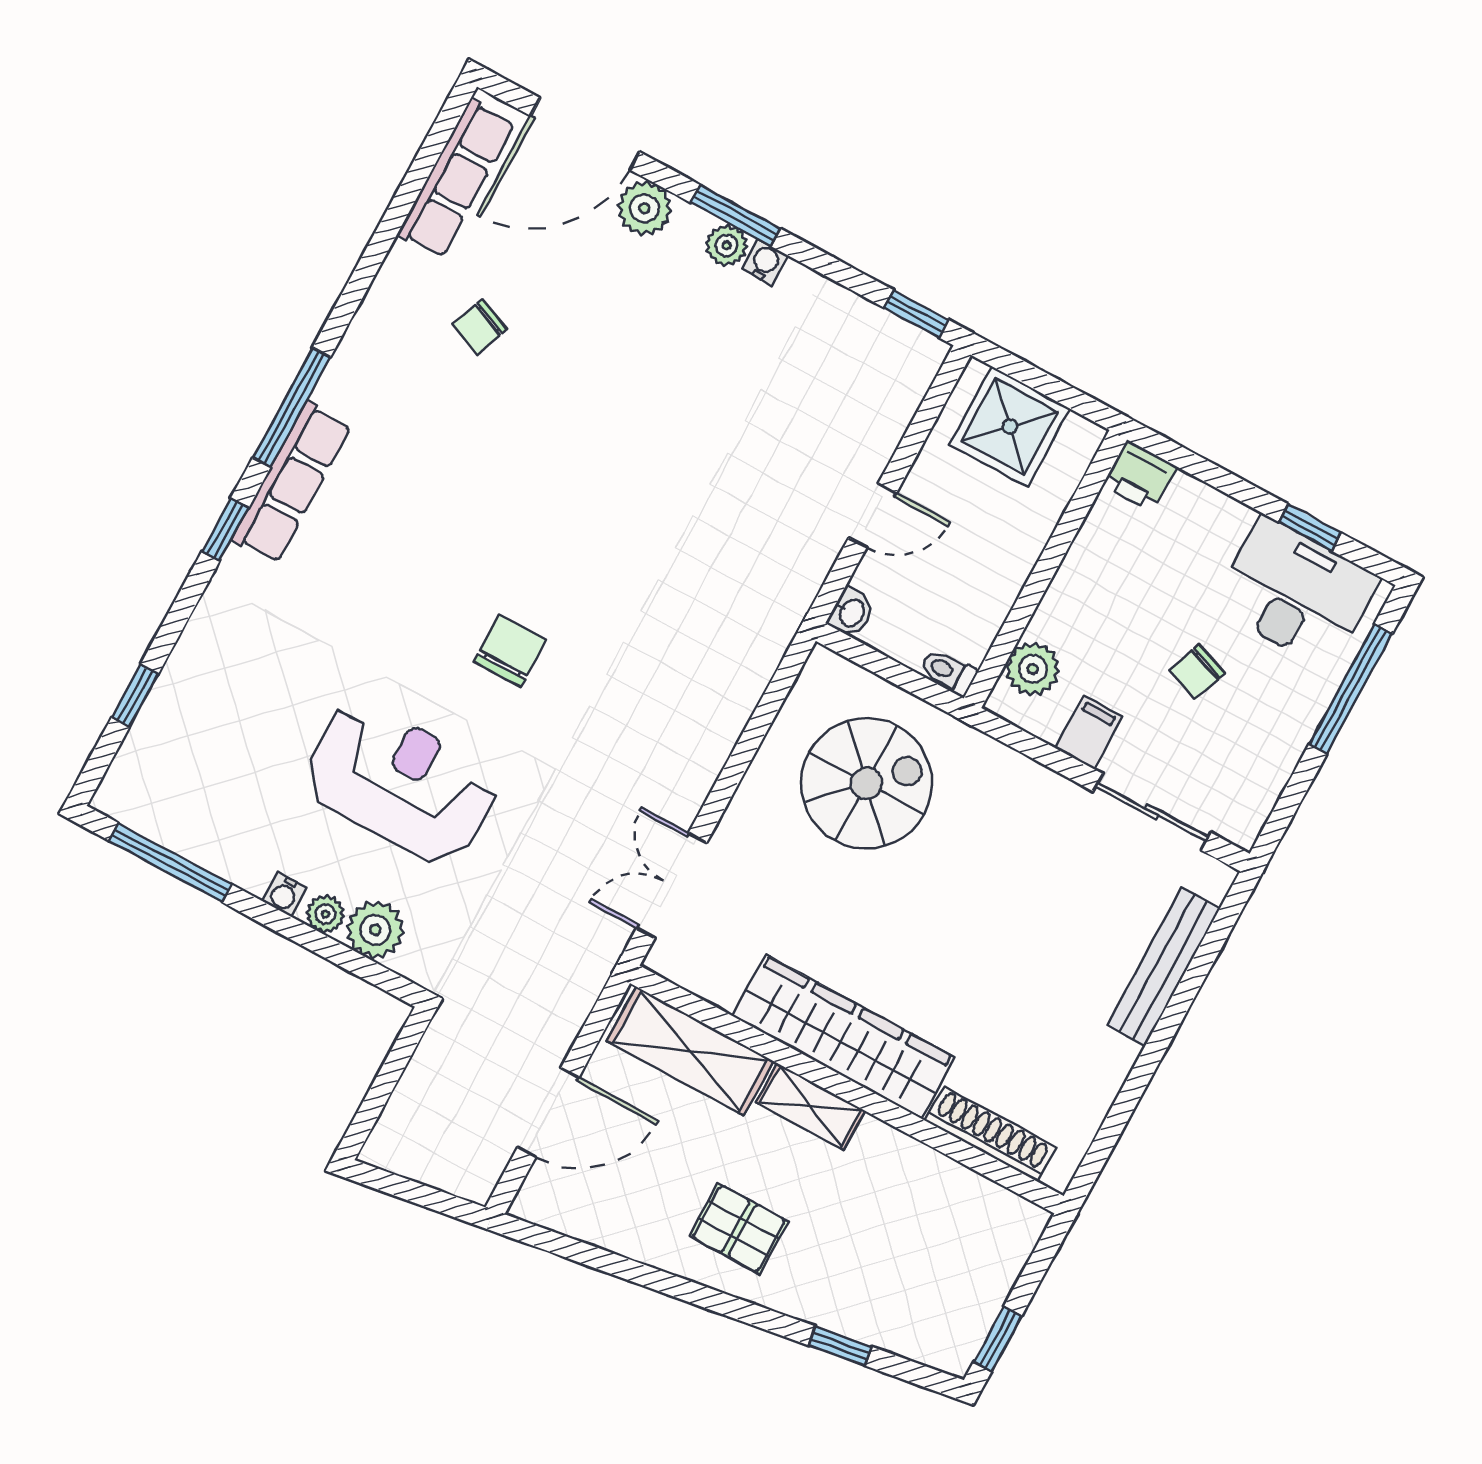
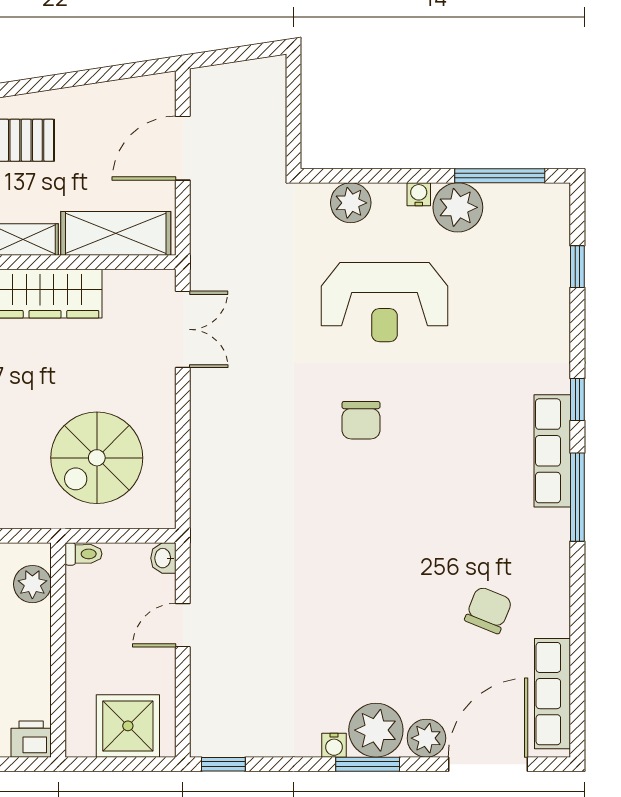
plant: (727, 245) -> (376, 730), width x1.88, depth x1.88
chair: (480, 327) -> (488, 610), width x1.37, depth x1.37
plant: (325, 914) -> (458, 207), moved, width x1.87, depth x1.87

